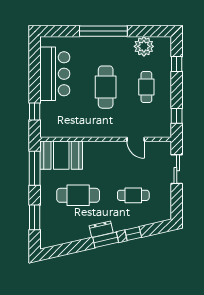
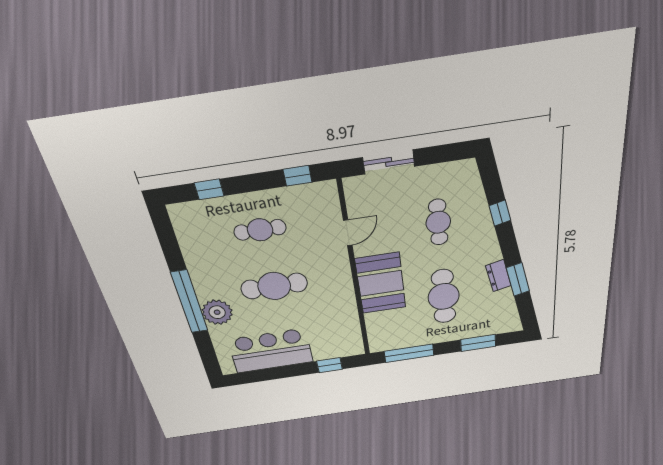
plant: (144, 46) -> (217, 312), moved
booth: (61, 155) -> (381, 283), moved
dresser: (101, 229) -> (498, 276), moved
window: (106, 240) -> (518, 279), moved

